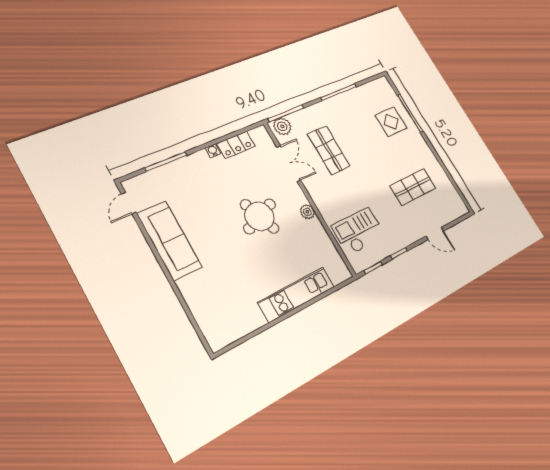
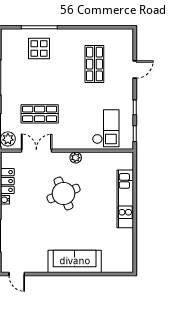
checkout: (359, 231) -> (106, 128), turned 180
sofa: (170, 240) -> (75, 261), moved

